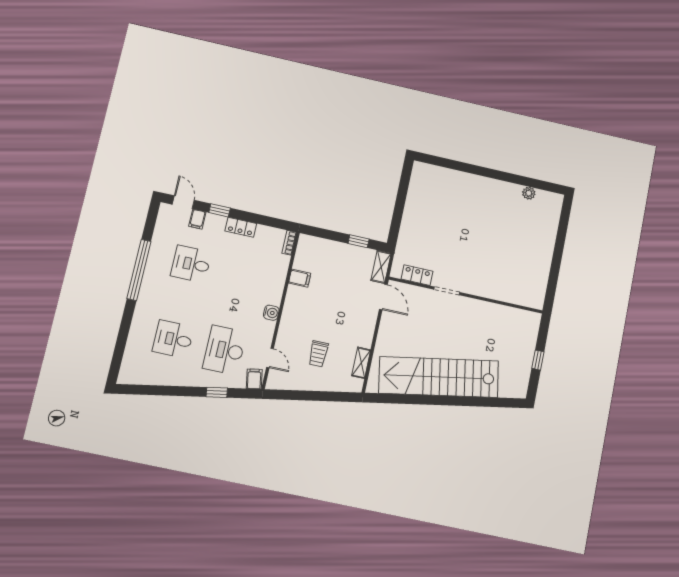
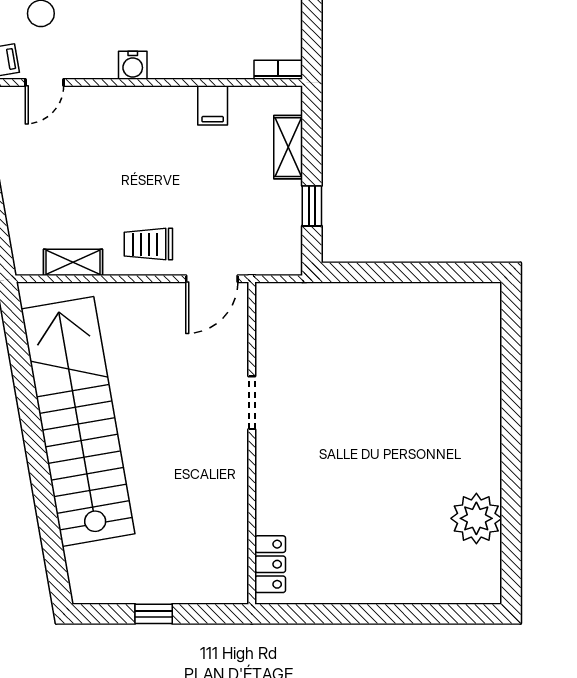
plant: (529, 193) -> (476, 518), width x1.87, depth x1.87
shelving: (381, 267) -> (288, 147), moved, turned 90
locker: (417, 275) -> (270, 564), moved
trolley: (318, 354) -> (148, 244), moved

